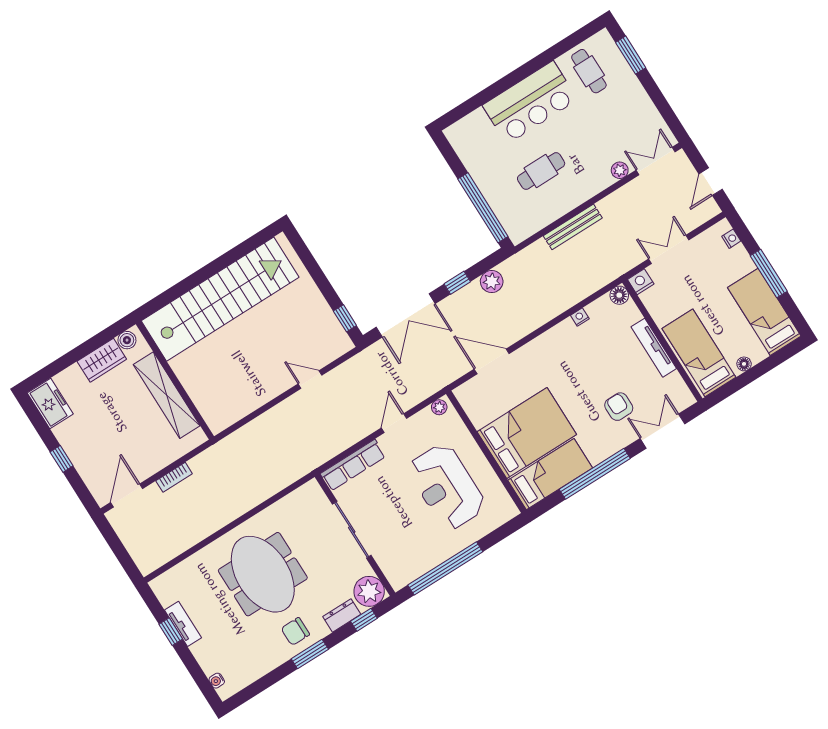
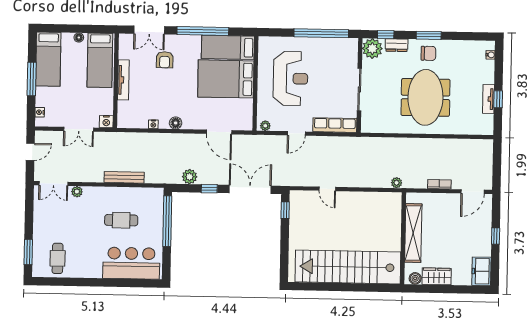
bar counter: (530, 102) -> (131, 263), moved
floor lamp: (619, 295) -> (176, 123), moved
plant: (229, 444) -> (397, 183), added

